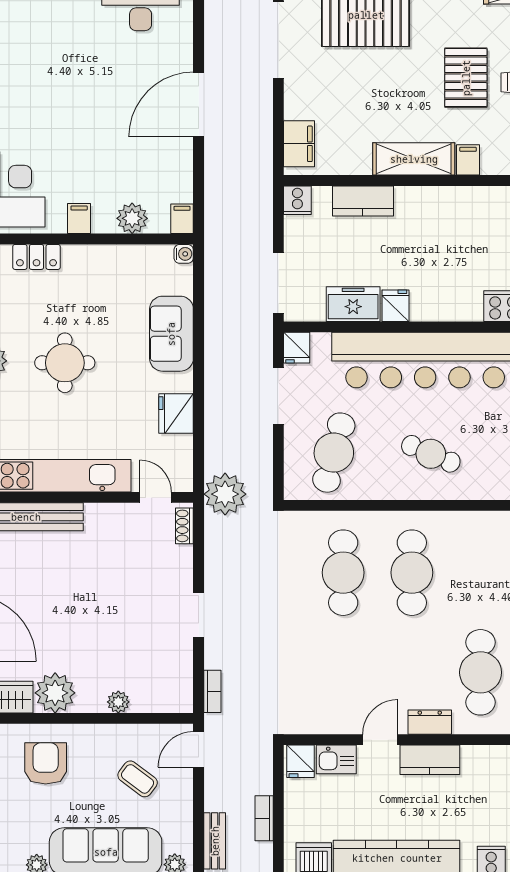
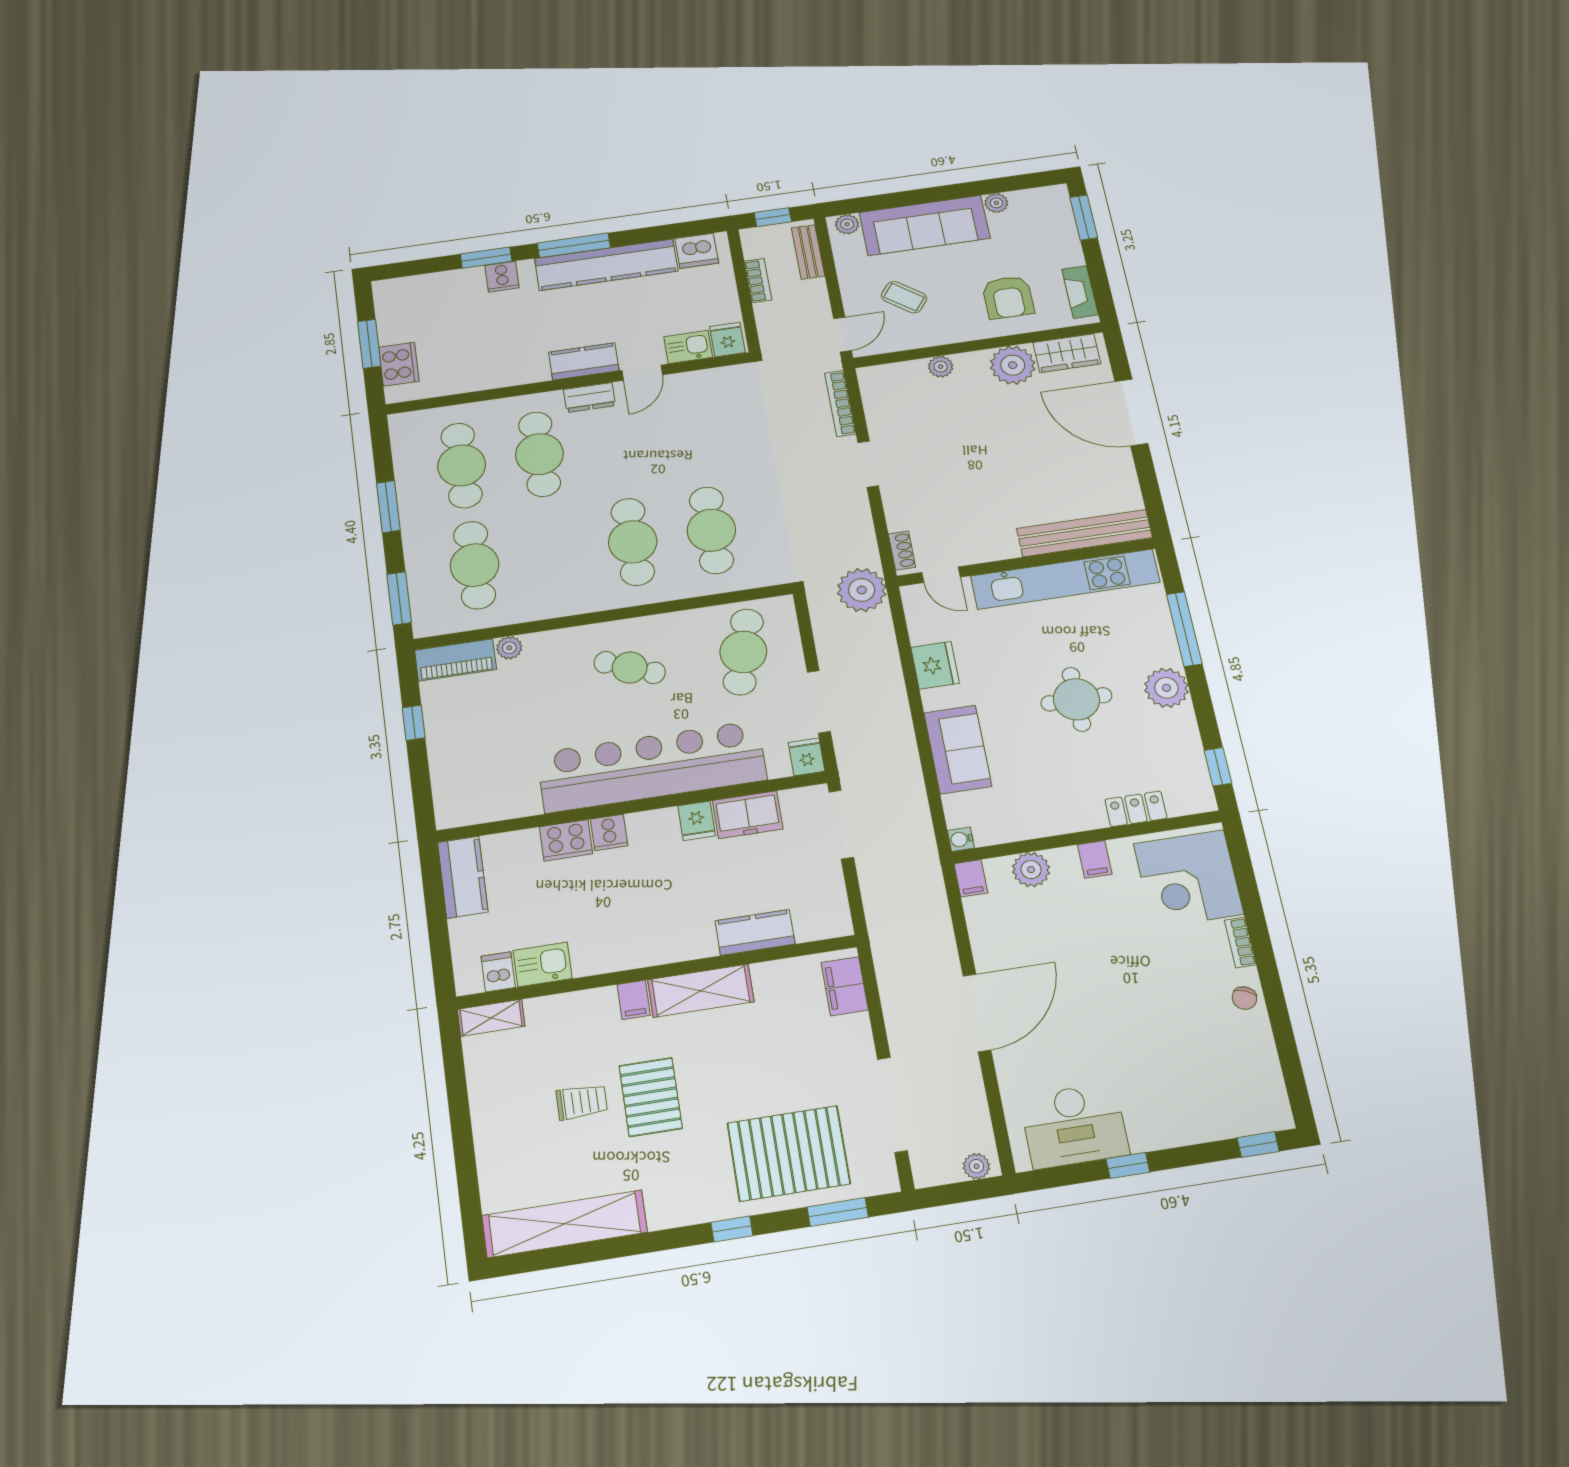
cooker: (297, 200) -> (609, 832), moved, turned 180
bookcase: (212, 691) -> (840, 403), width x1.56

